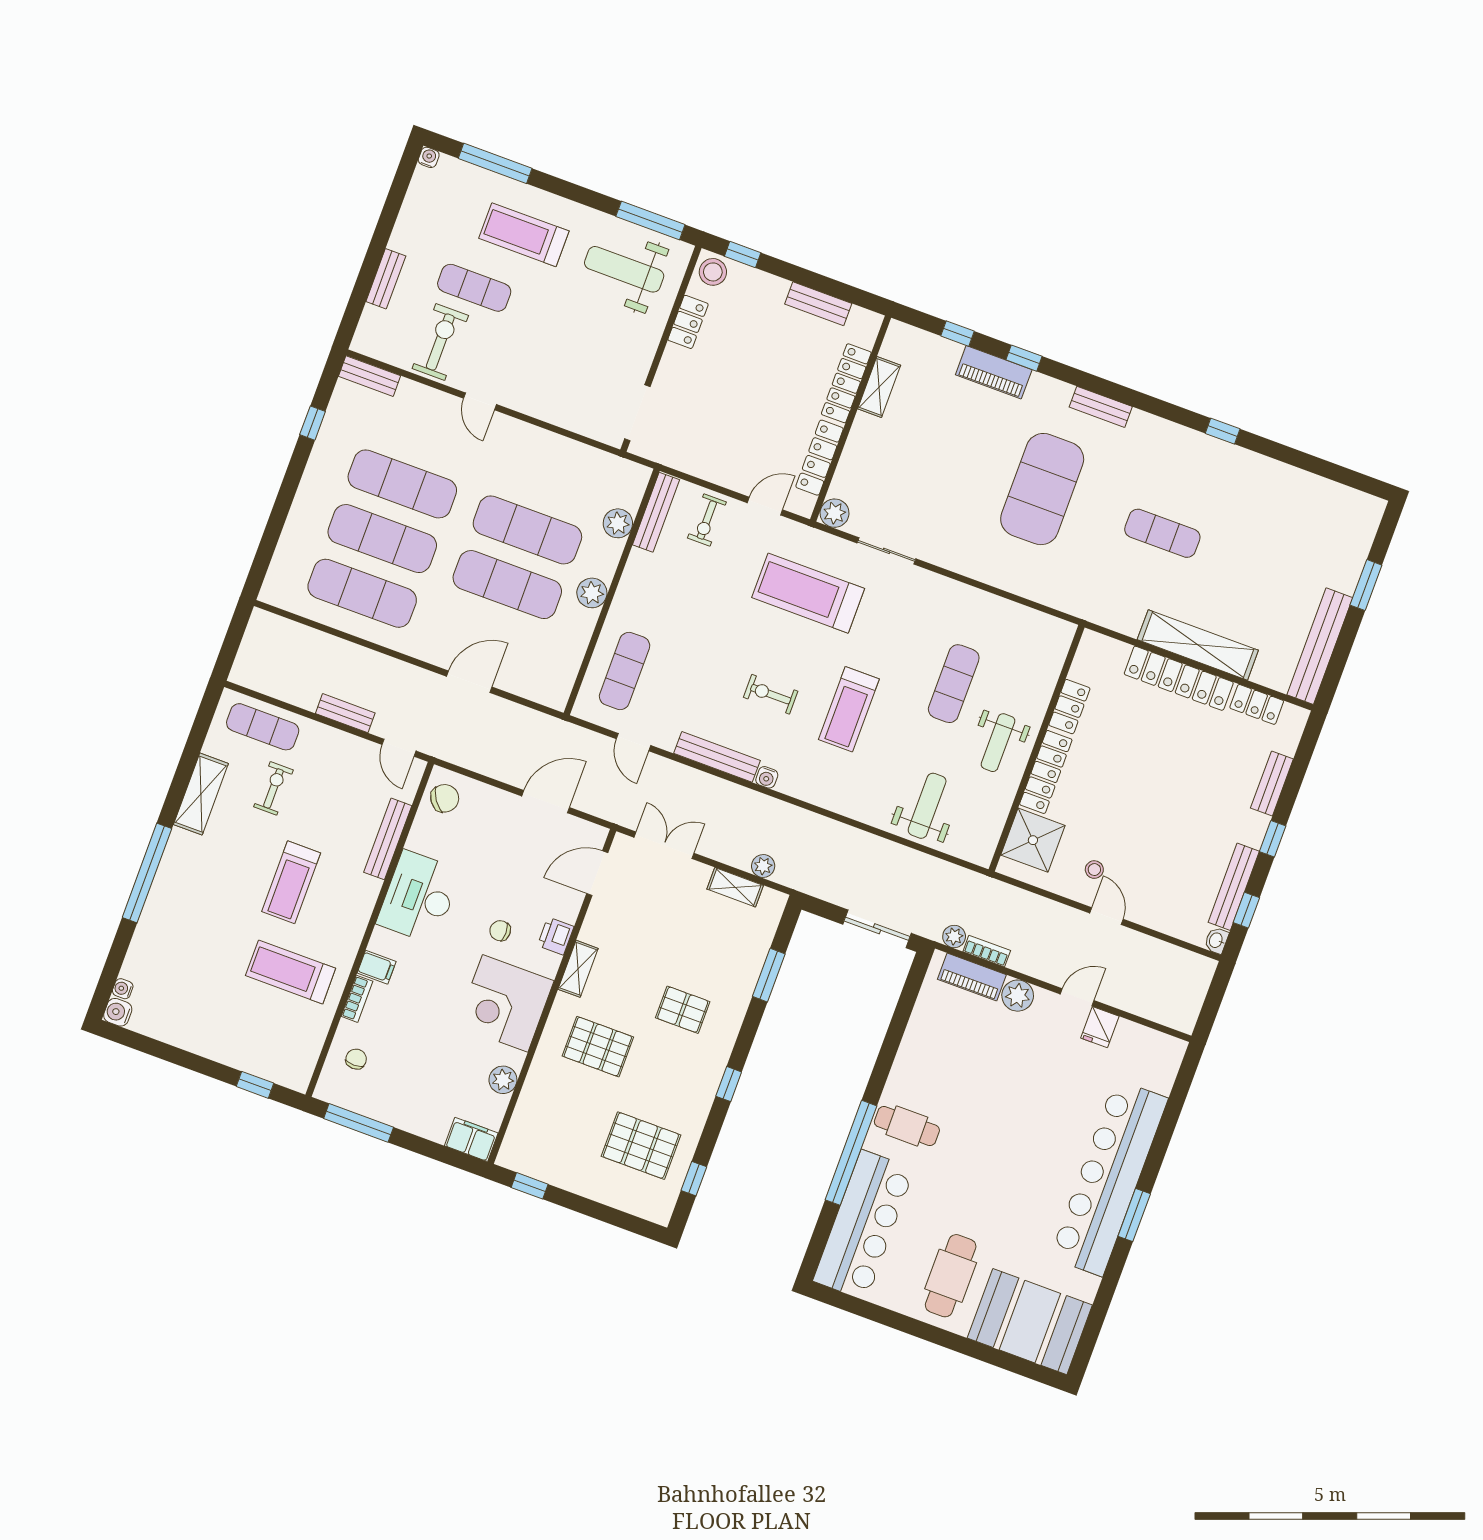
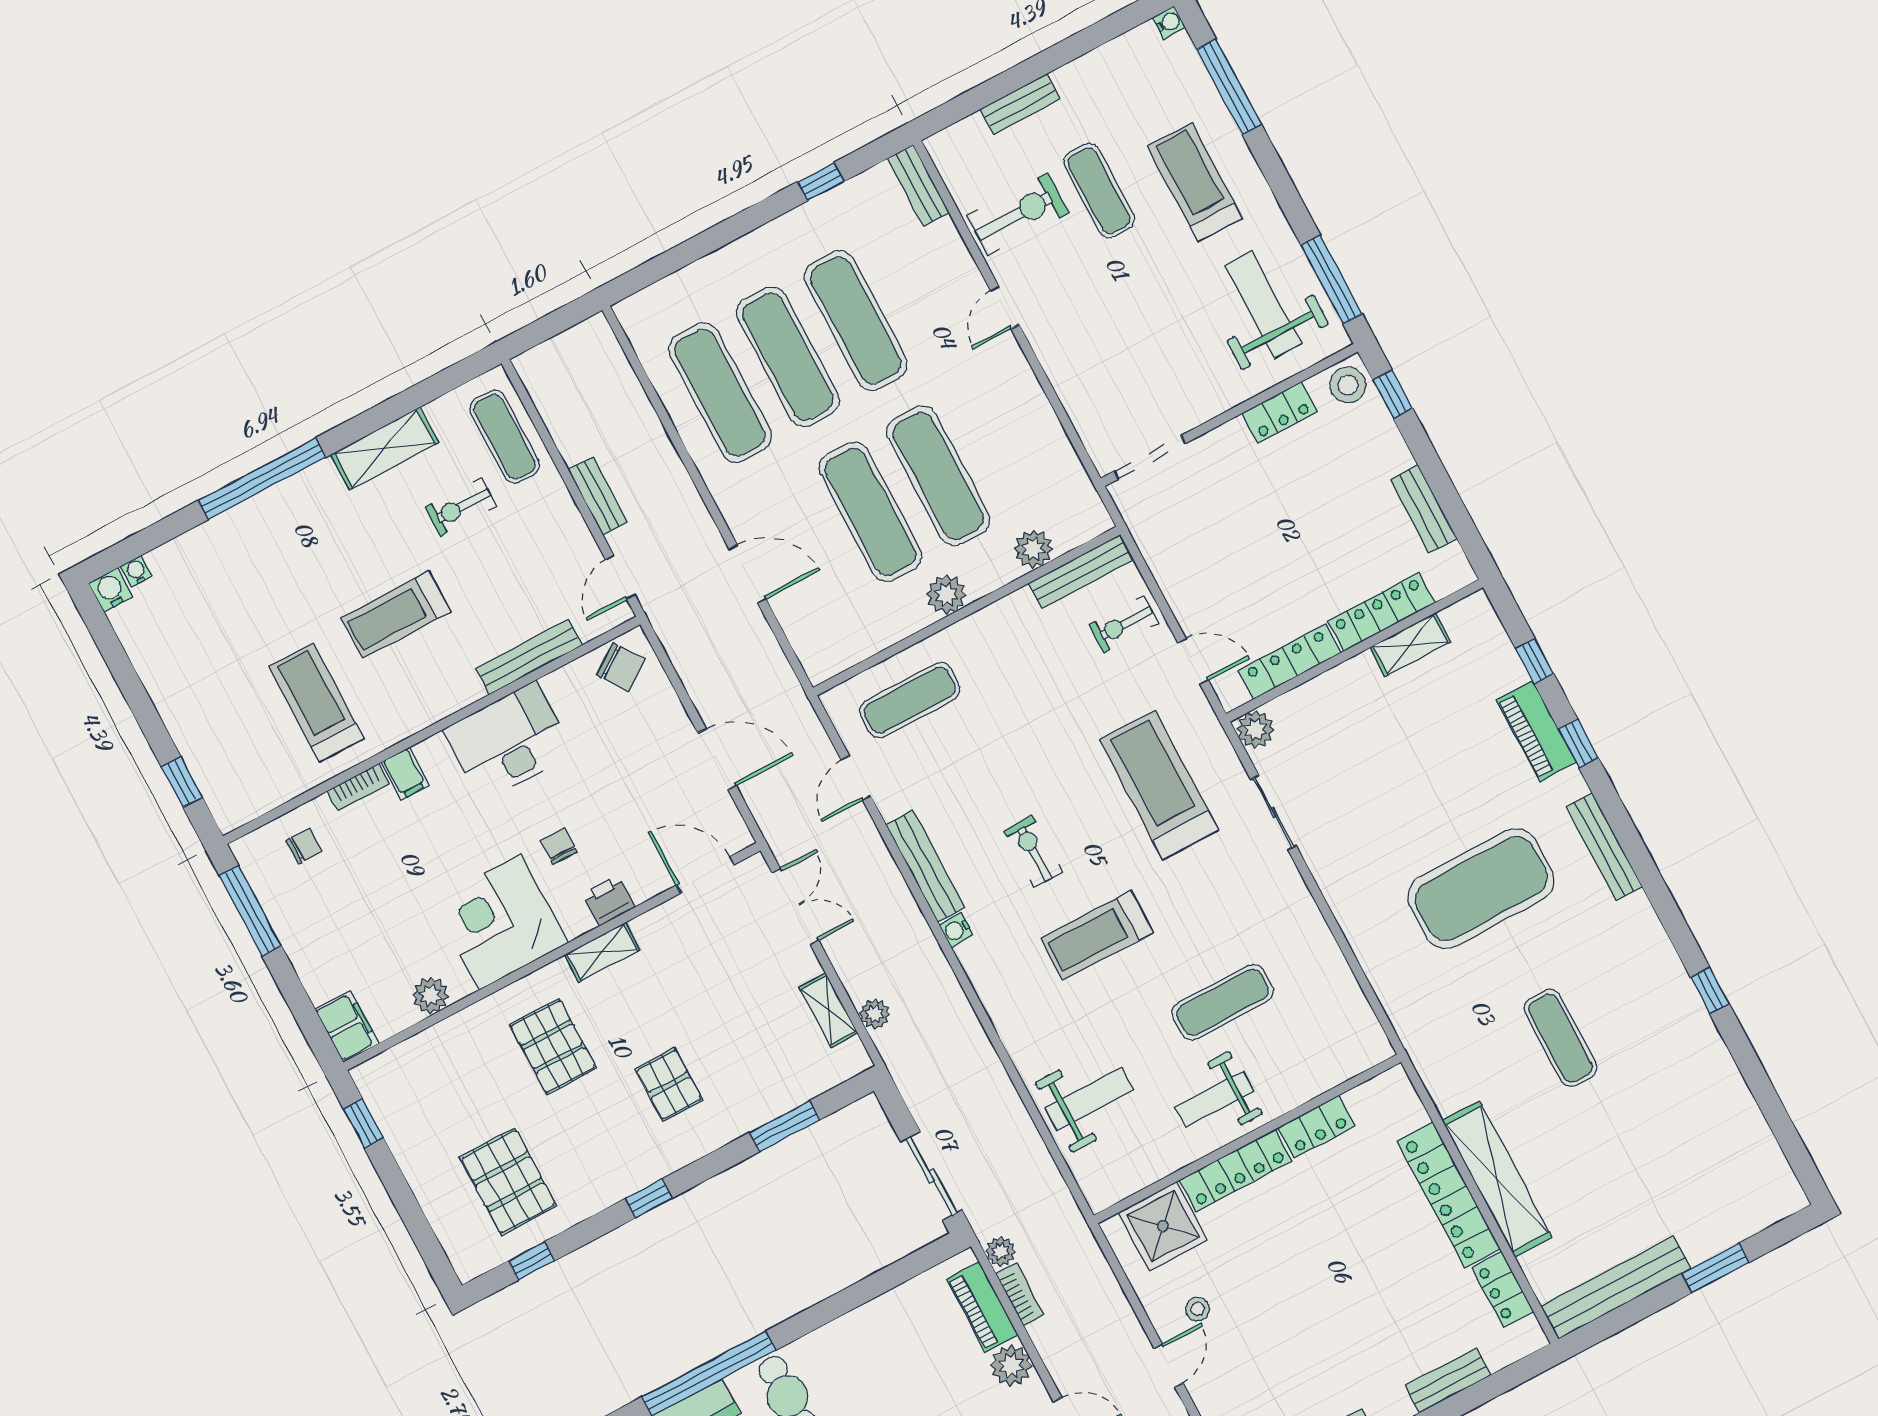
bench: (1101, 407) -> (1604, 847), width x1.36
exercise bike: (273, 788) -> (461, 507), turned 180

